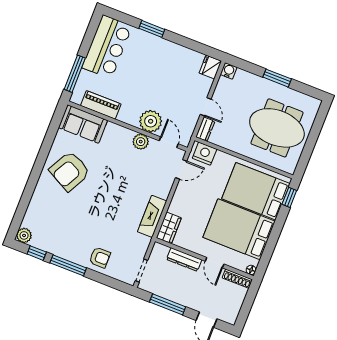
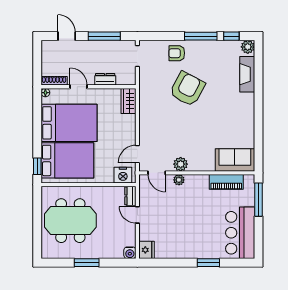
plant: (151, 121) -> (179, 180), width x0.53, depth x0.53
armchair: (70, 171) -> (187, 89), moved
fireplace: (152, 216) -> (247, 74), moved, turned 180
dresser: (184, 259) -> (105, 79), width x0.70

